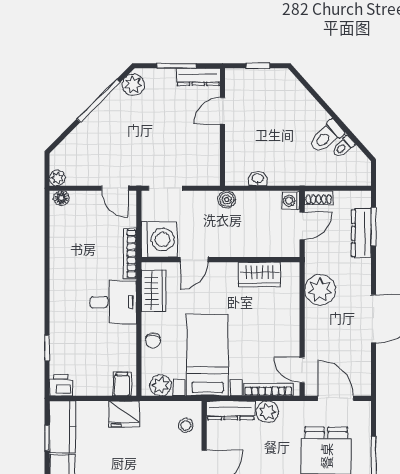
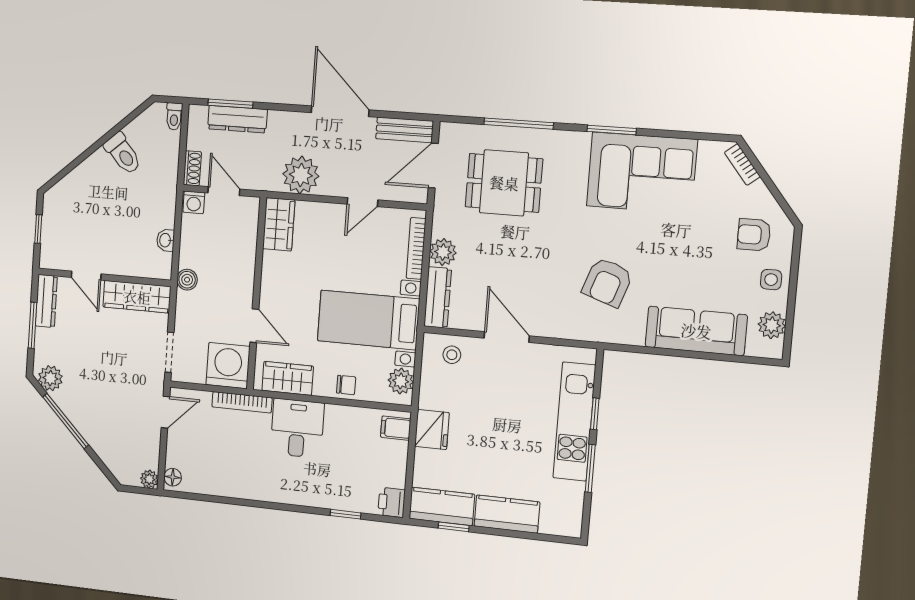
toilet: (343, 147) -> (174, 116), moved, turned 42
wardrobe: (209, 157) -> (137, 297), added
wardrobe: (259, 274) -> (279, 224), moved
door: (302, 370) -> (362, 202), moved
bench: (362, 373) -> (405, 130), added

